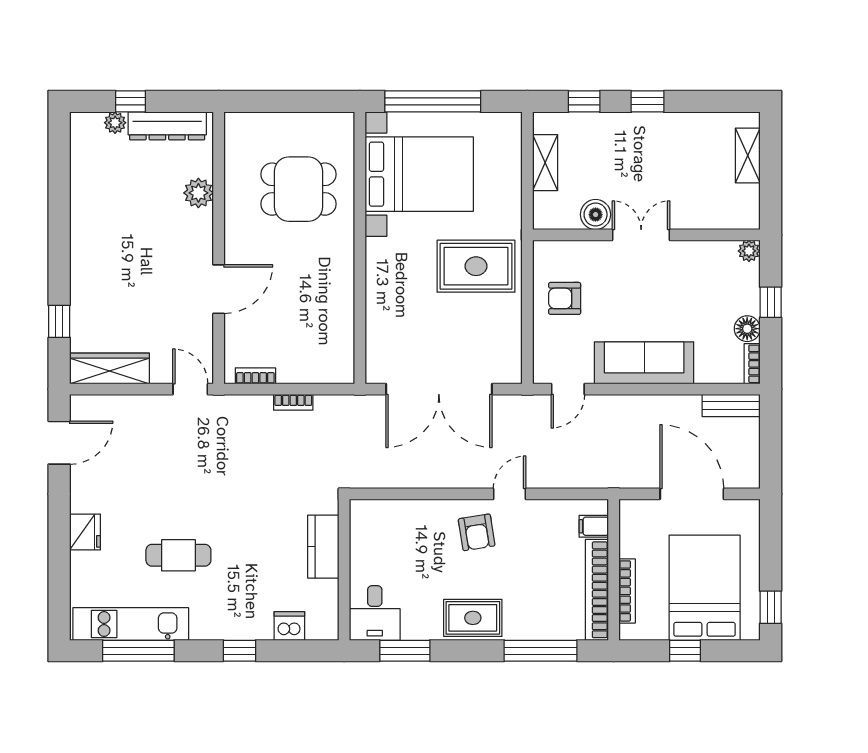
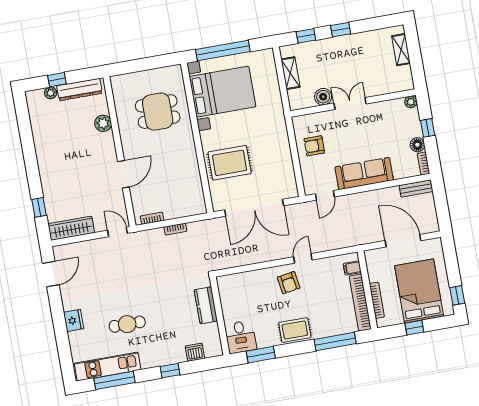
rug: (476, 266) -> (230, 163), moved

